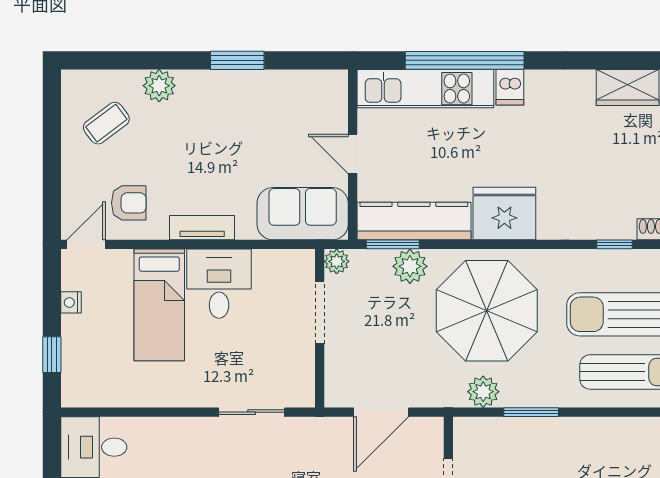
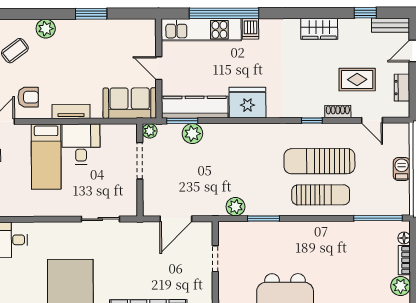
parasol: (487, 311) -> (237, 159), removed

